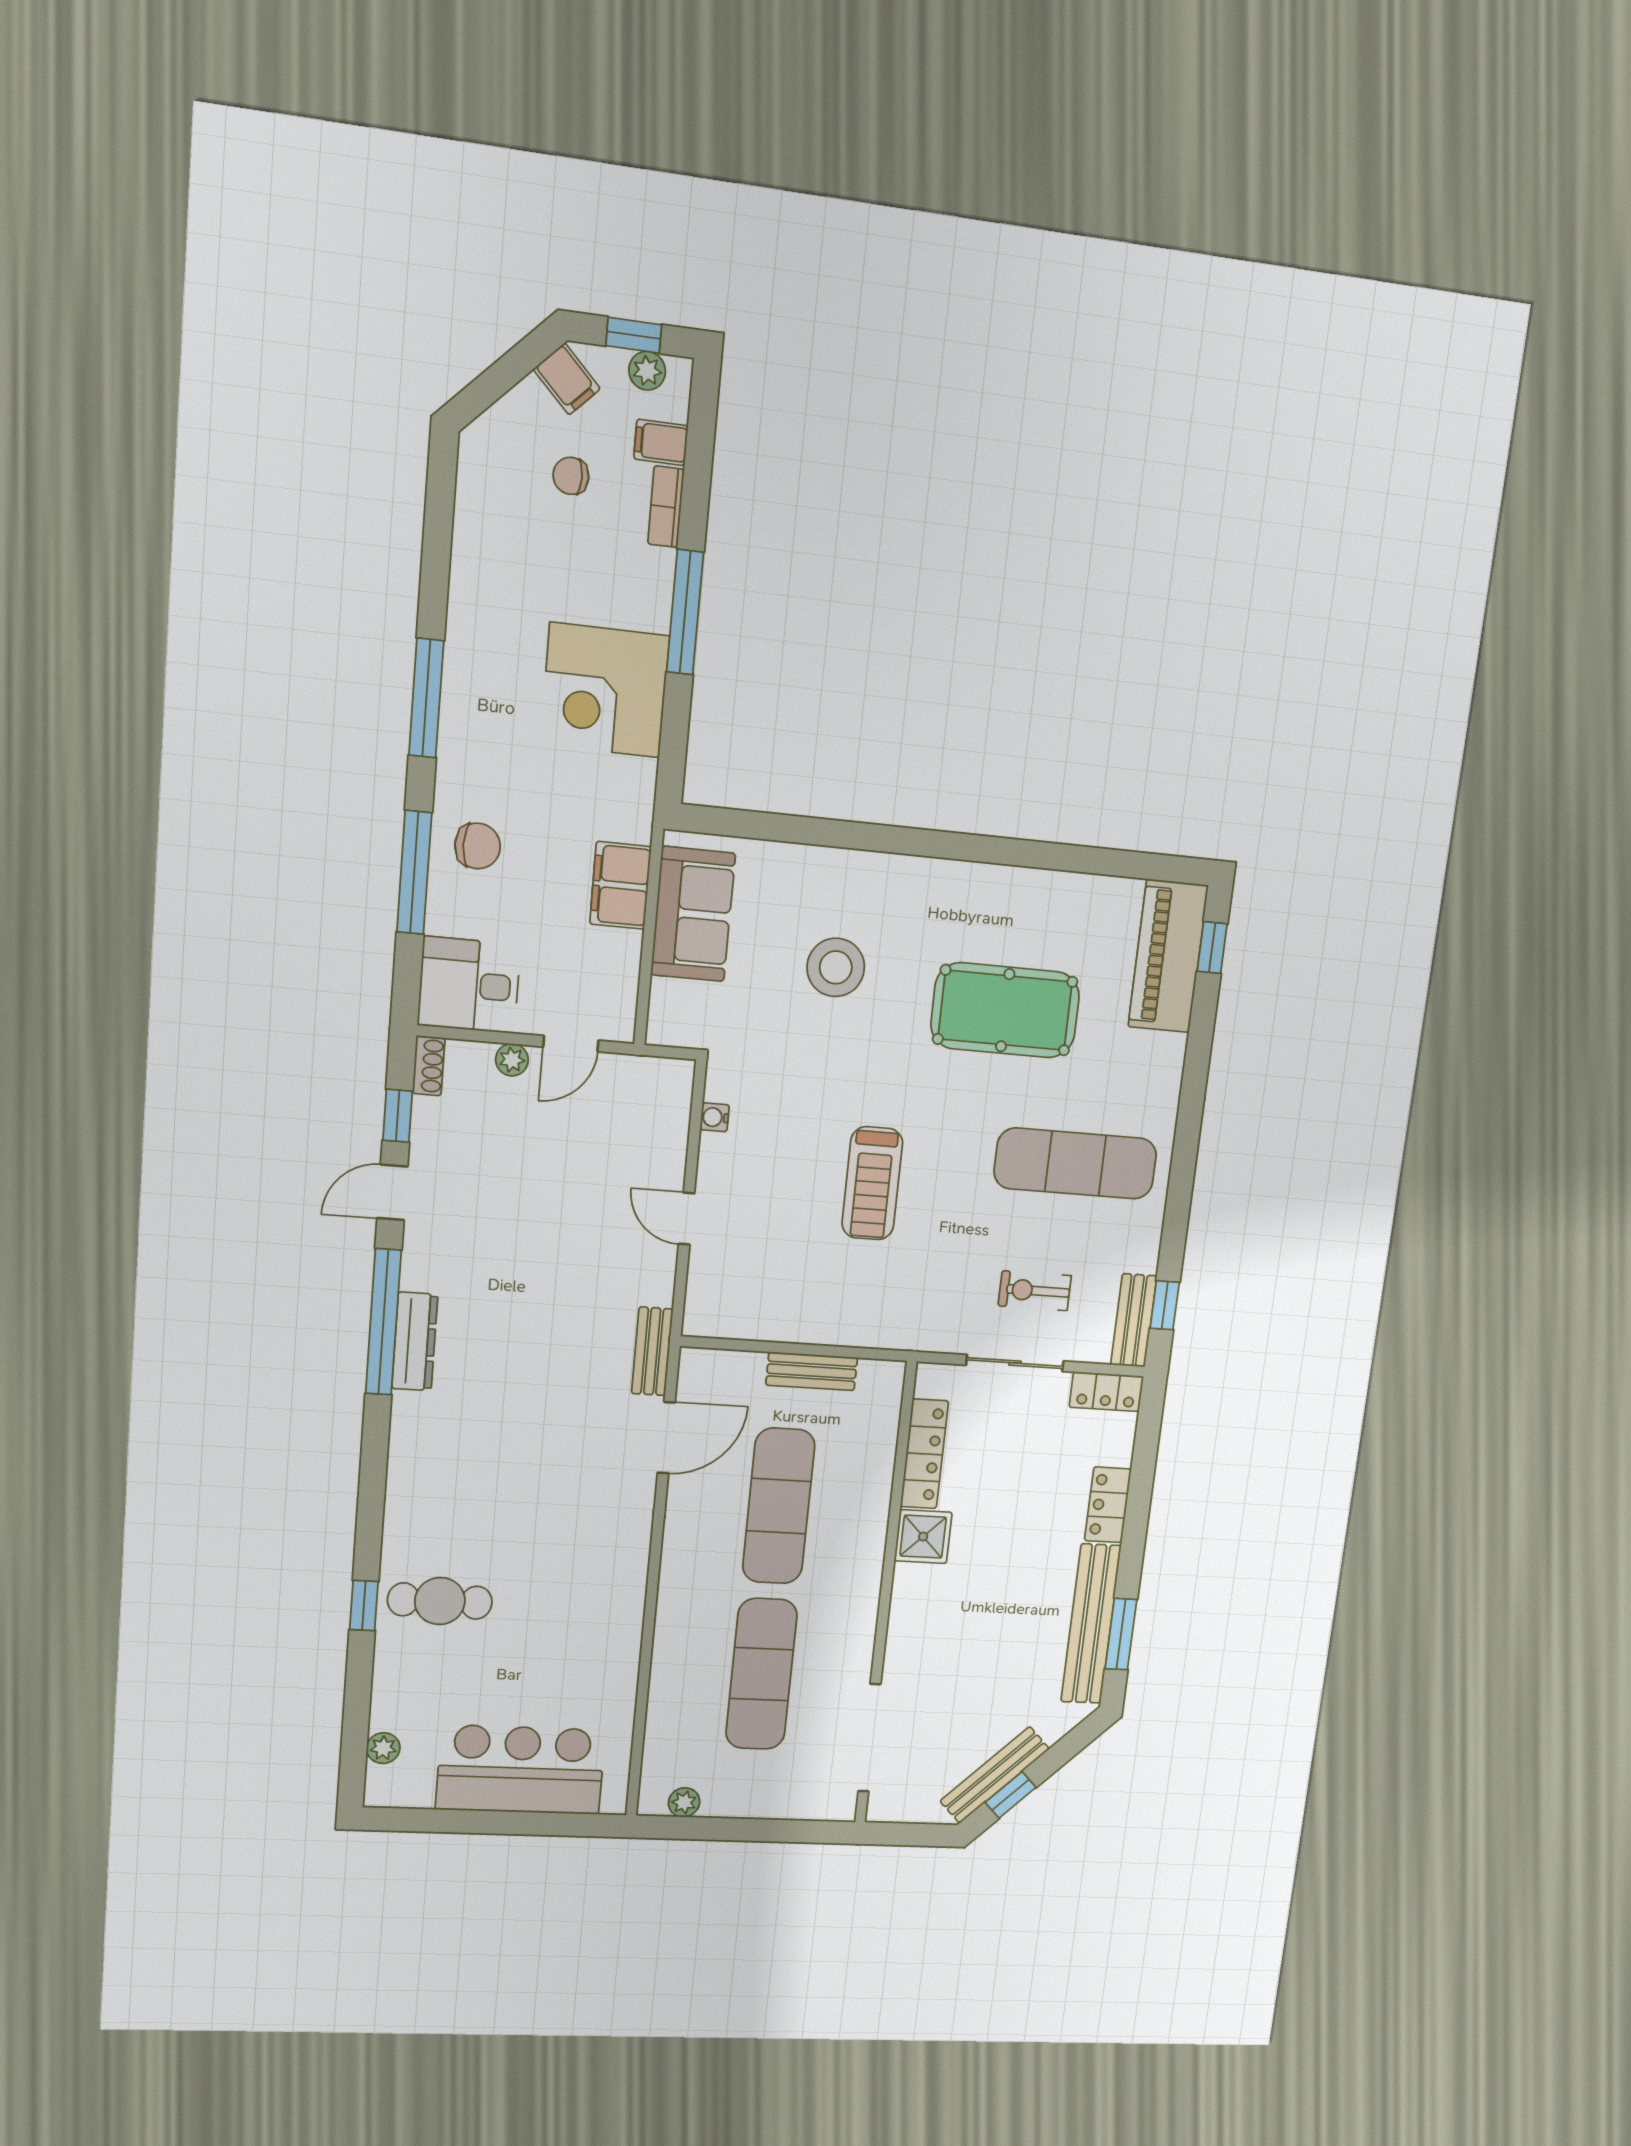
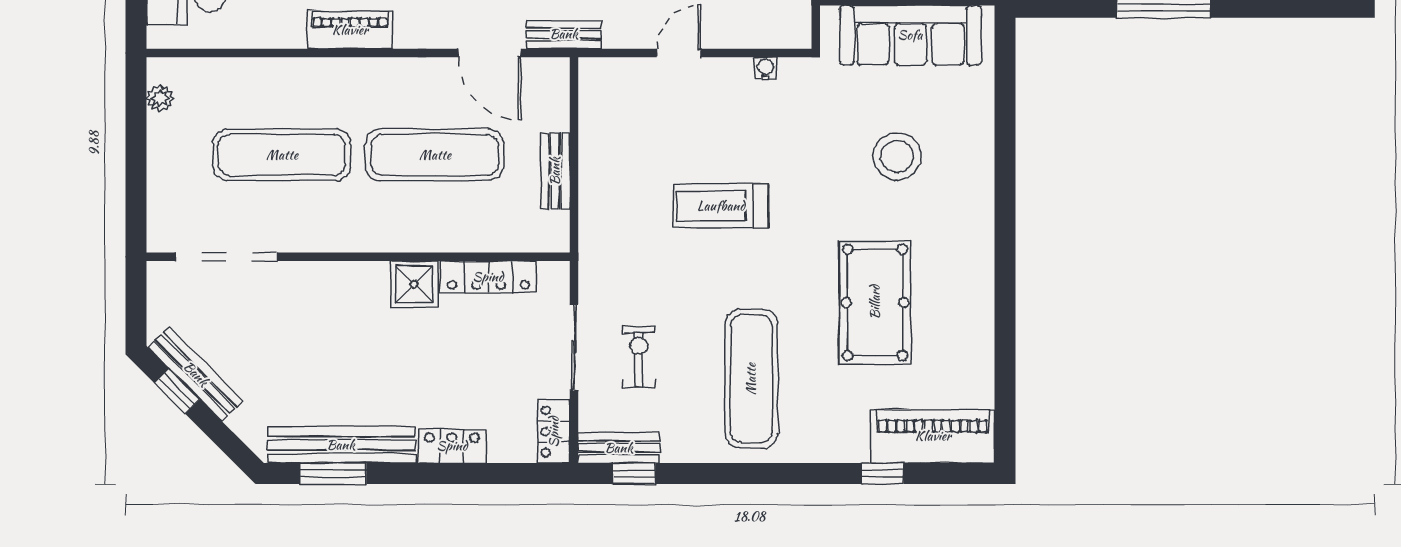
sofa: (693, 914) -> (910, 35), width x1.36
window: (1212, 948) -> (882, 474), moved
piano: (625, 1593) -> (350, 30), added

